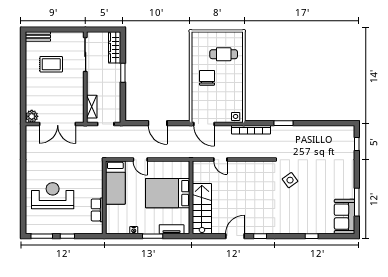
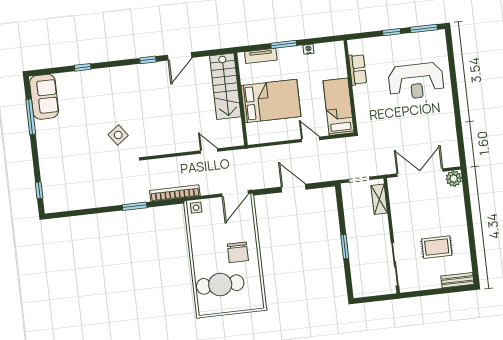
wardrobe: (115, 47) -> (359, 277), removed
cafe table: (224, 54) -> (220, 285), width x1.37, depth x1.35
door: (204, 124) -> (235, 194), swing flipped

